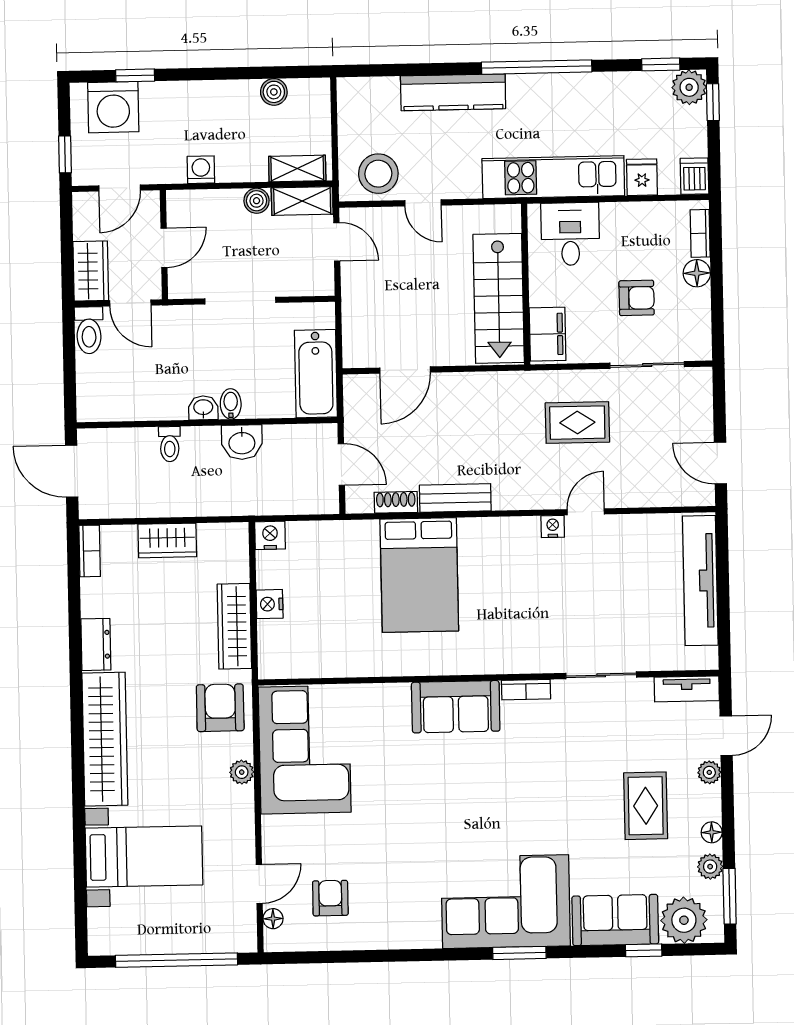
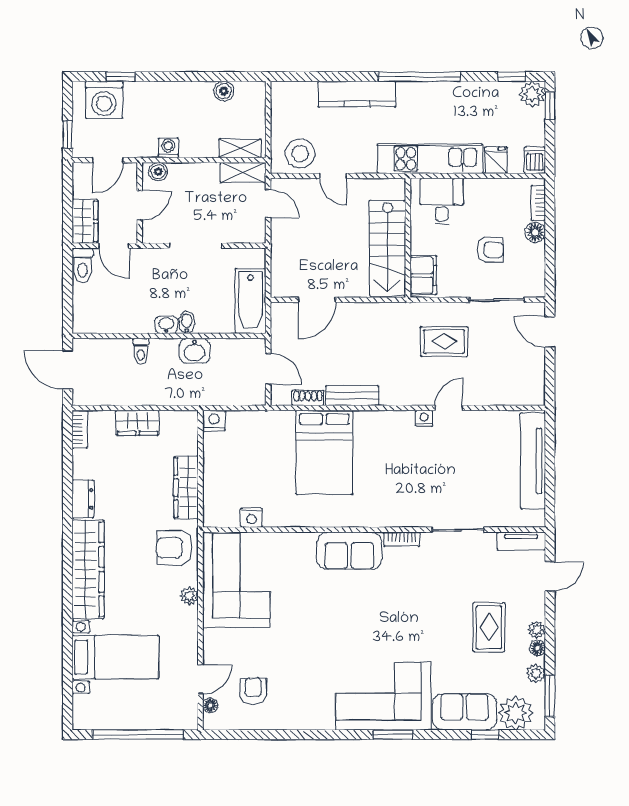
boiler: (257, 201) -> (158, 172), moved
door: (720, 463) -> (550, 332), moved
nightstand: (270, 604) -> (251, 518), moved, turned -90
armchair: (220, 708) -> (174, 548), turned -90
plant: (709, 772) -> (537, 630), moved

